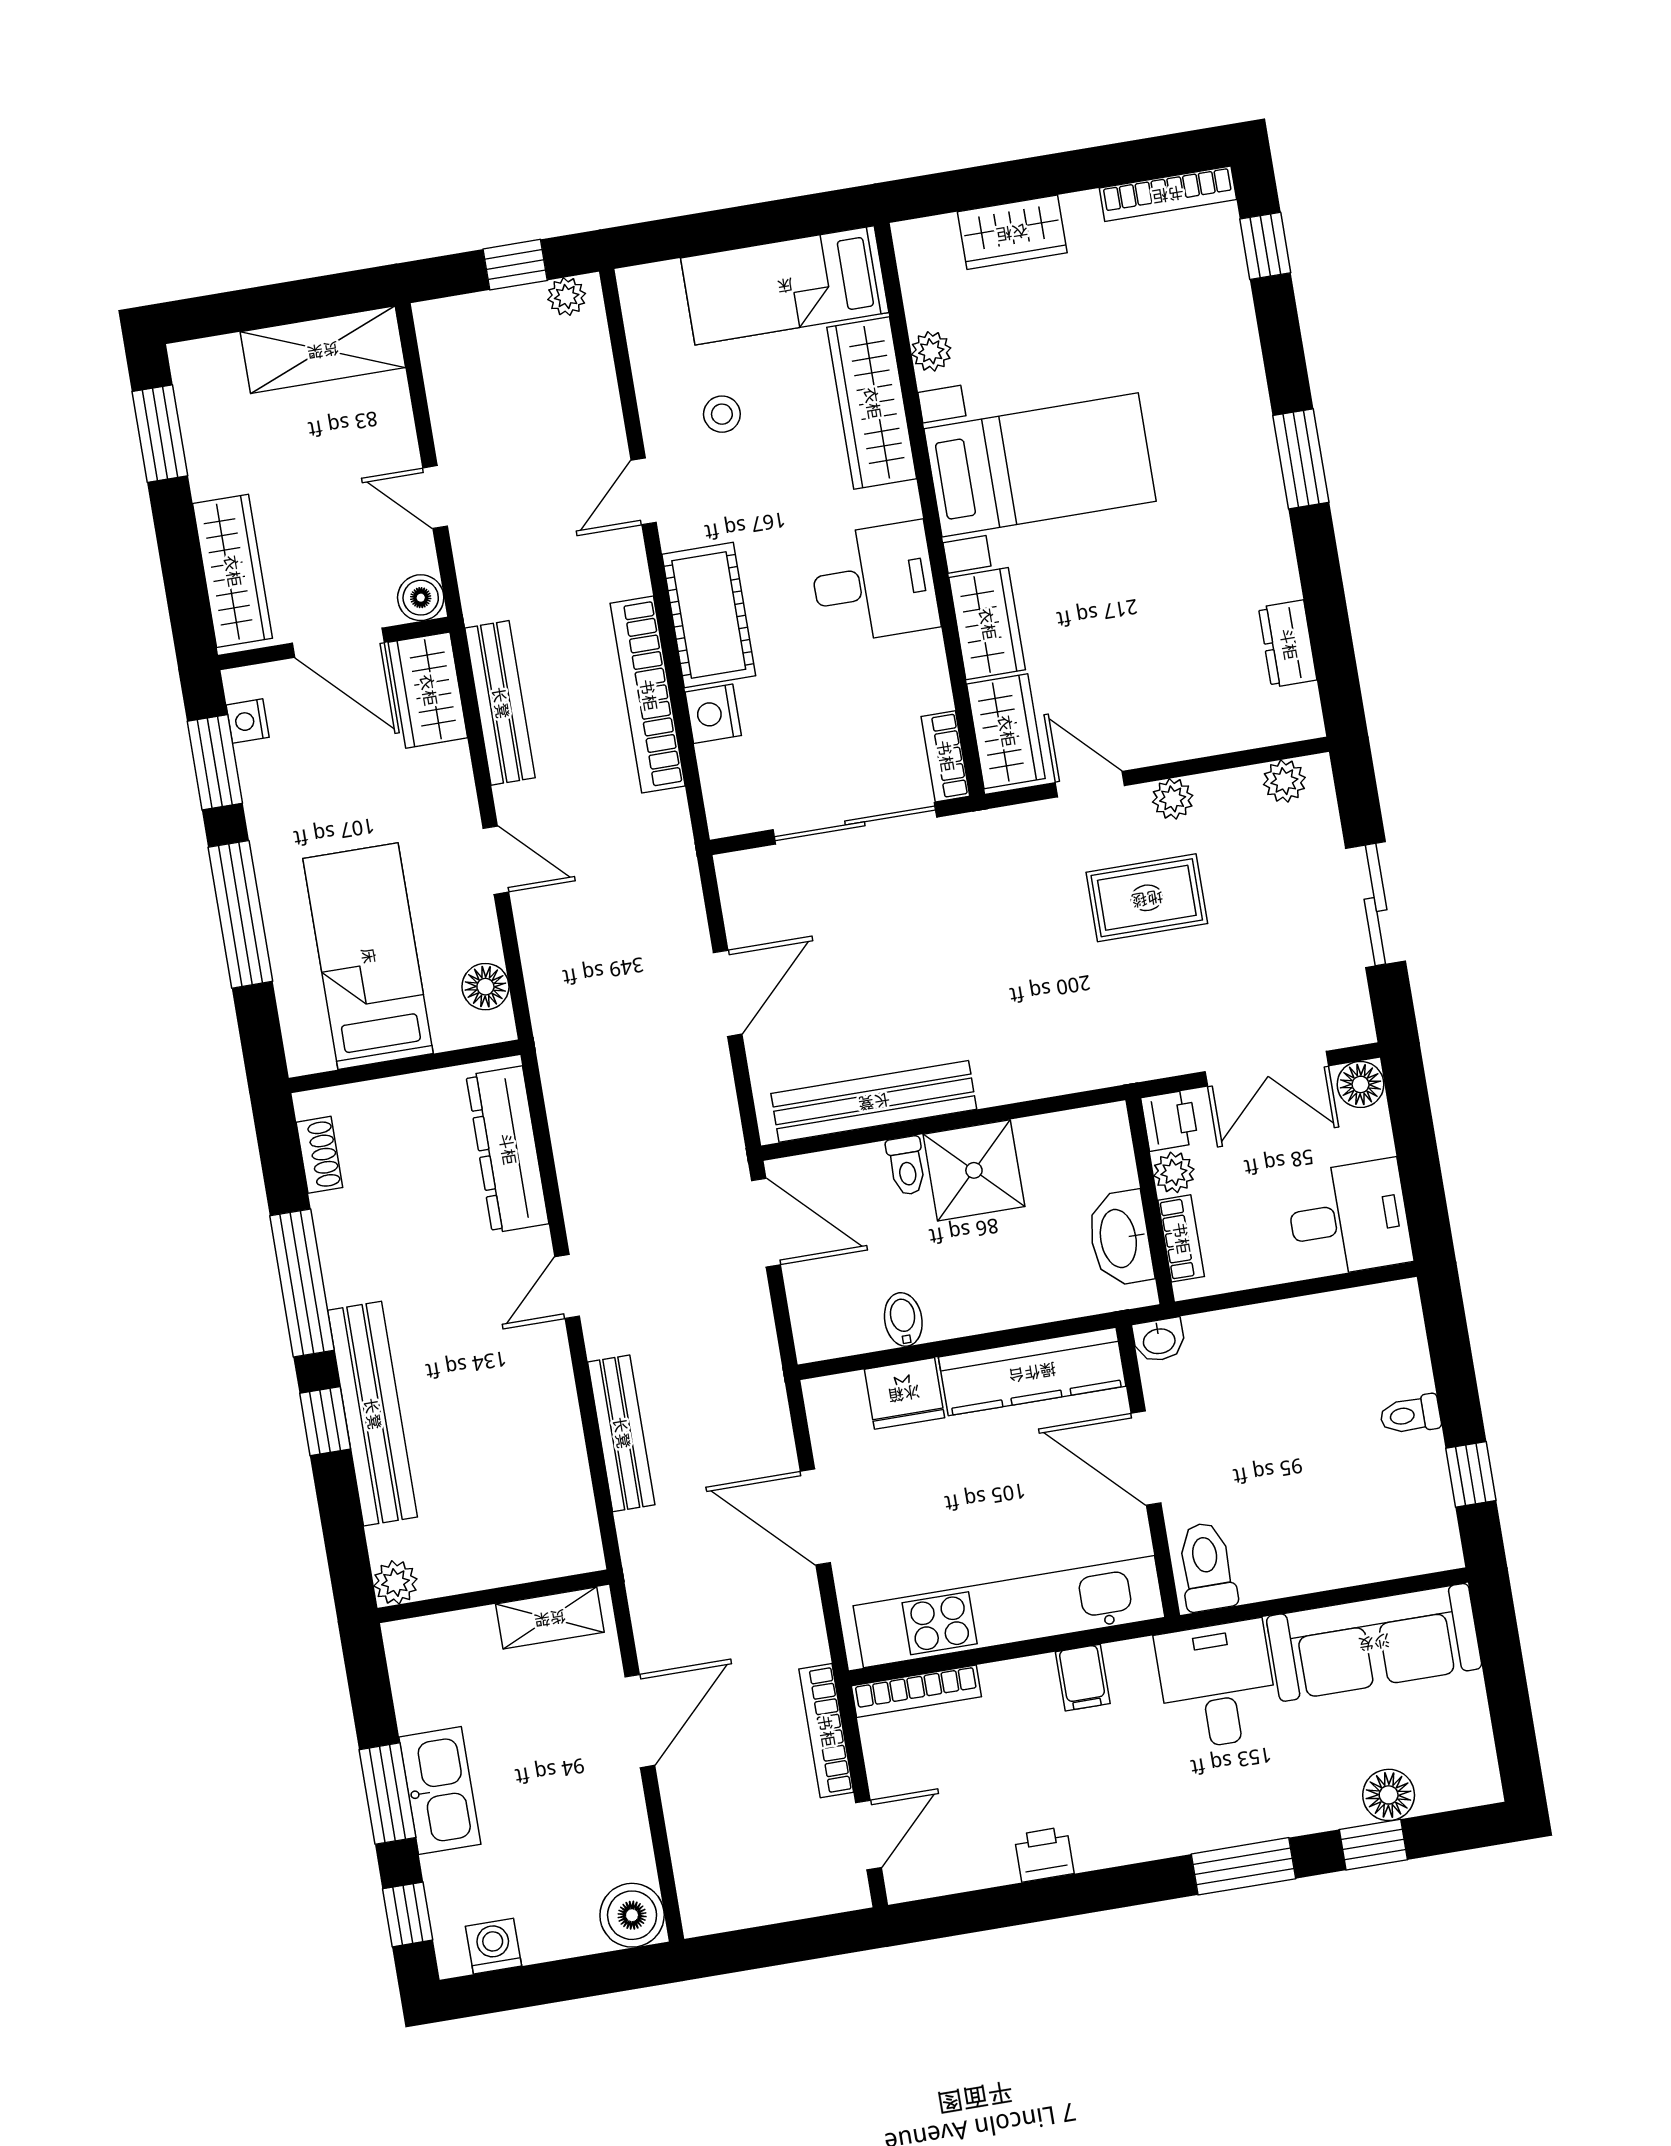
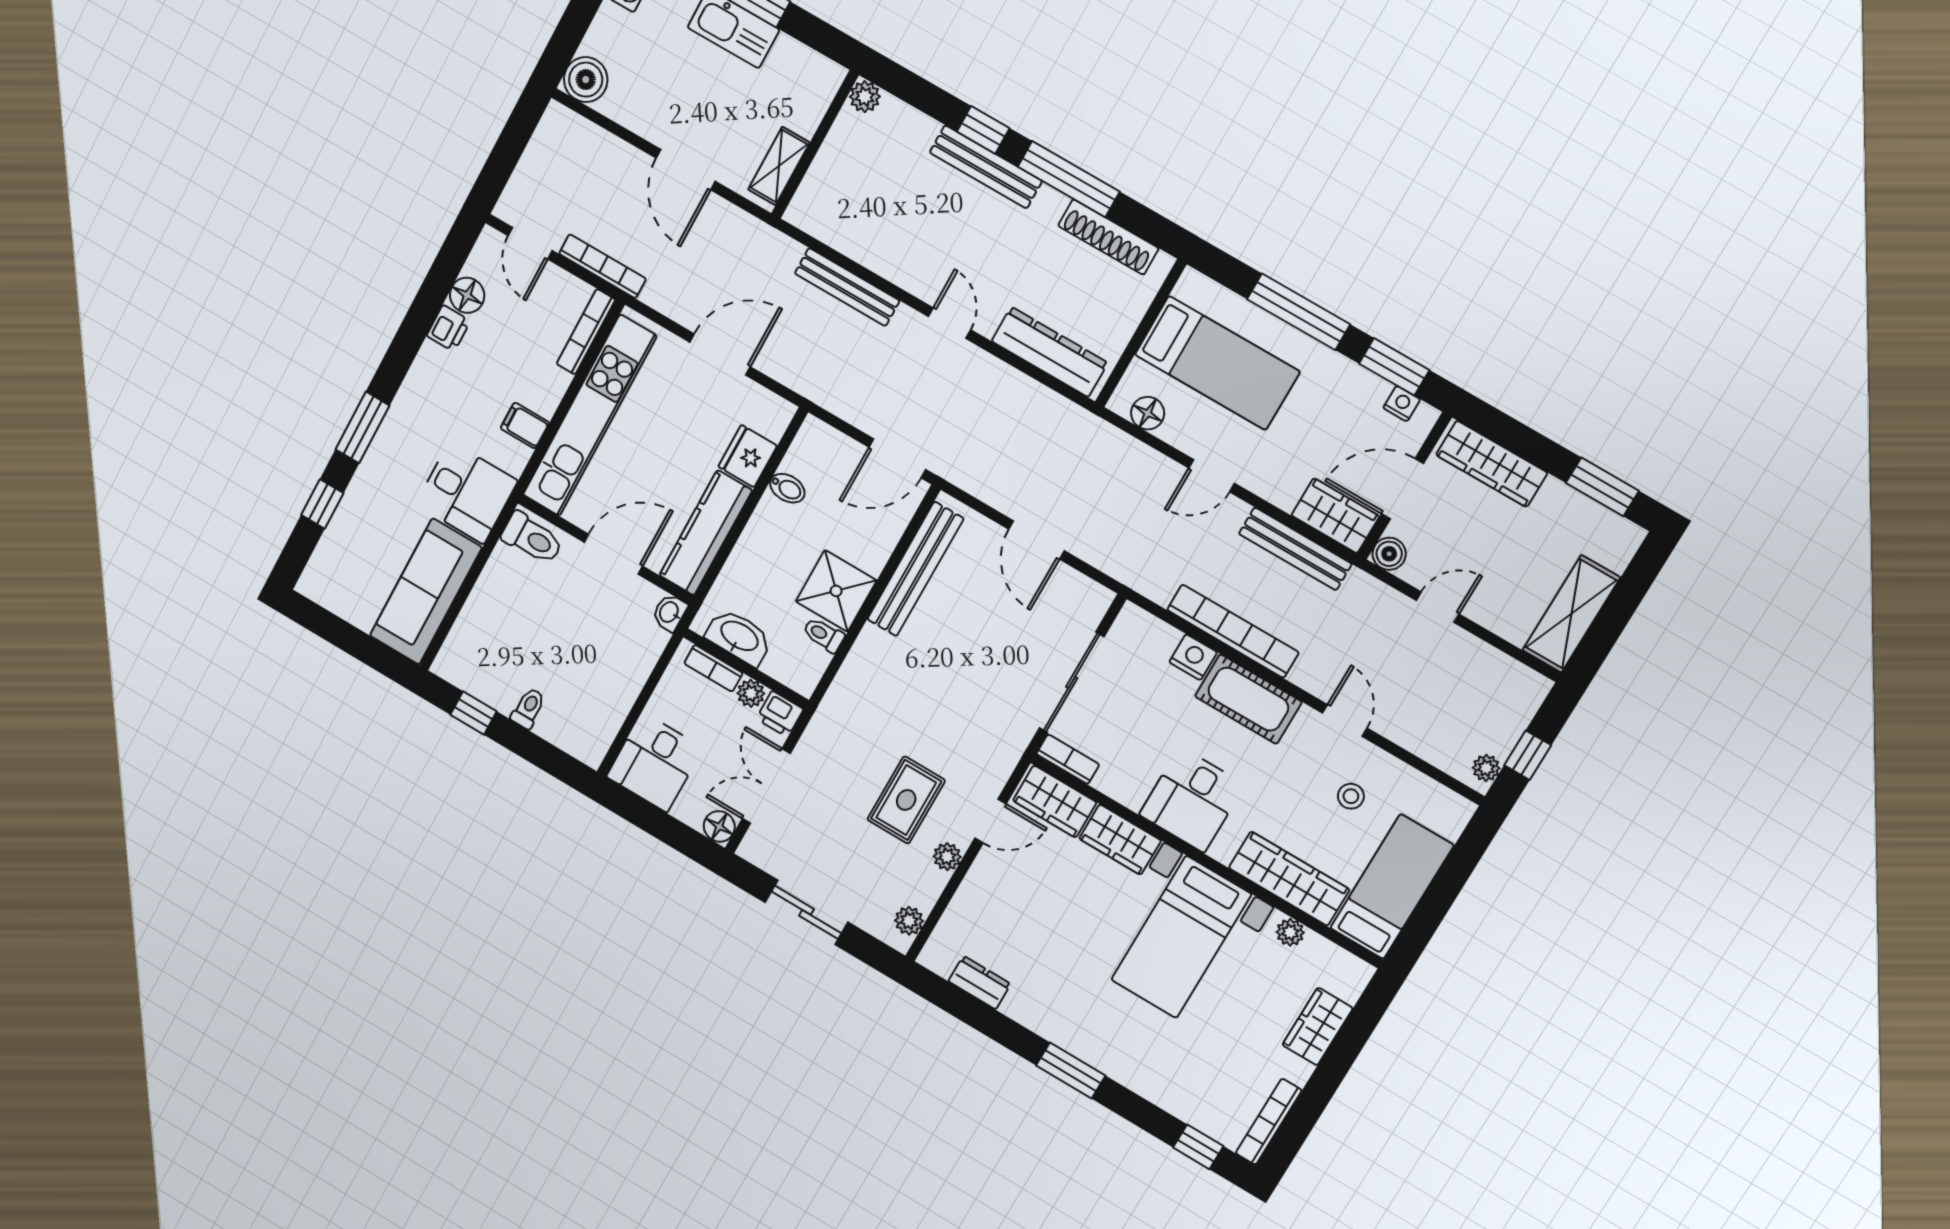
shoe rack: (319, 1155) -> (1108, 237), width x1.94, depth x1.24
toilet: (906, 1166) -> (824, 635), moved
bench: (372, 1414) -> (986, 167), width x0.73, depth x0.82
floor lamp: (1389, 1795) -> (467, 295), moved

